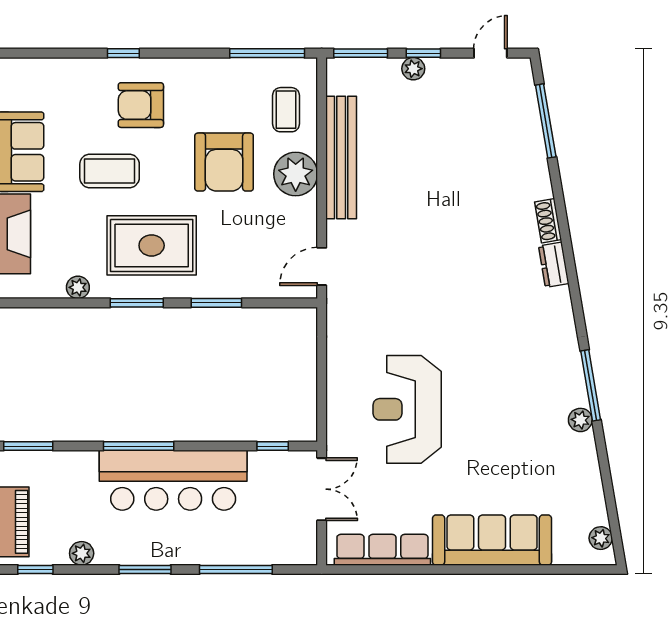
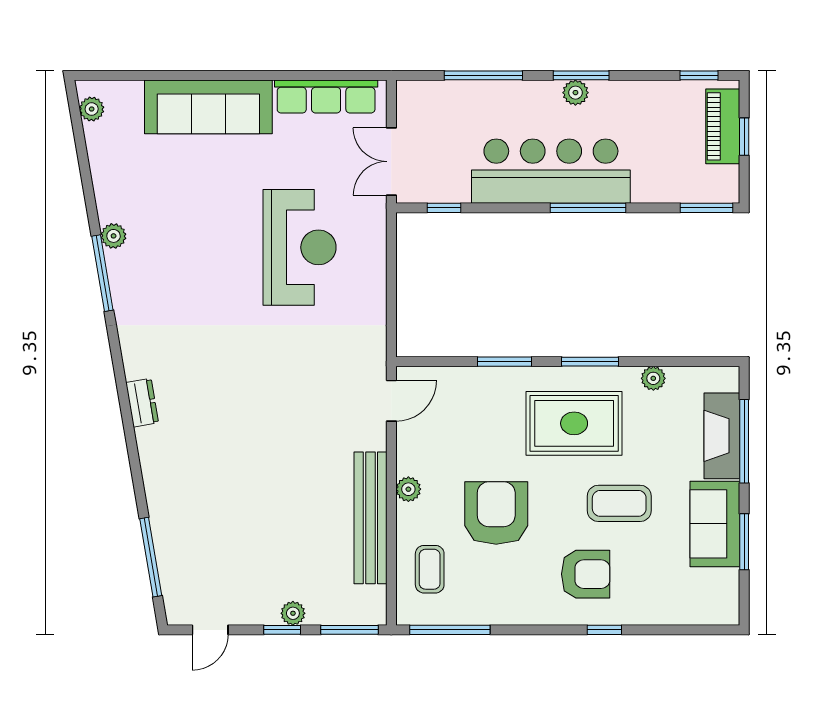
plant: (296, 174) -> (408, 489), width x0.53, depth x0.53
shoe rack: (548, 221) -> (148, 450), removed
plant: (82, 553) -> (575, 93), moved

